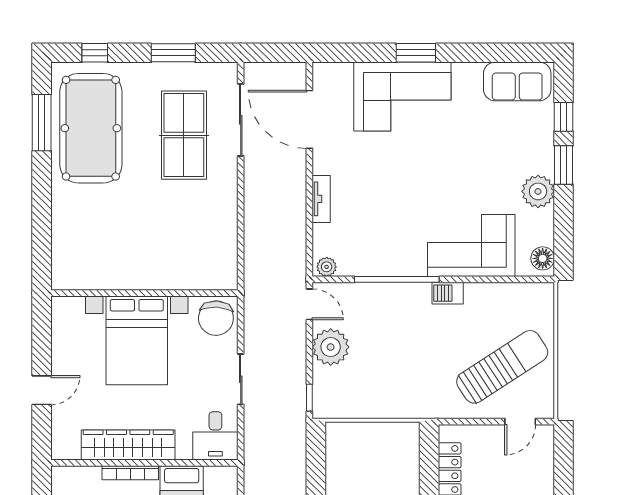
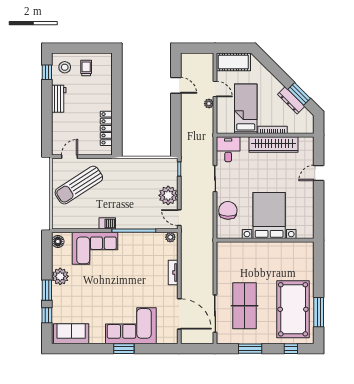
wall: (144, 293) -> (265, 240), moved
bed with nightstands: (137, 340) -> (269, 216), moved

